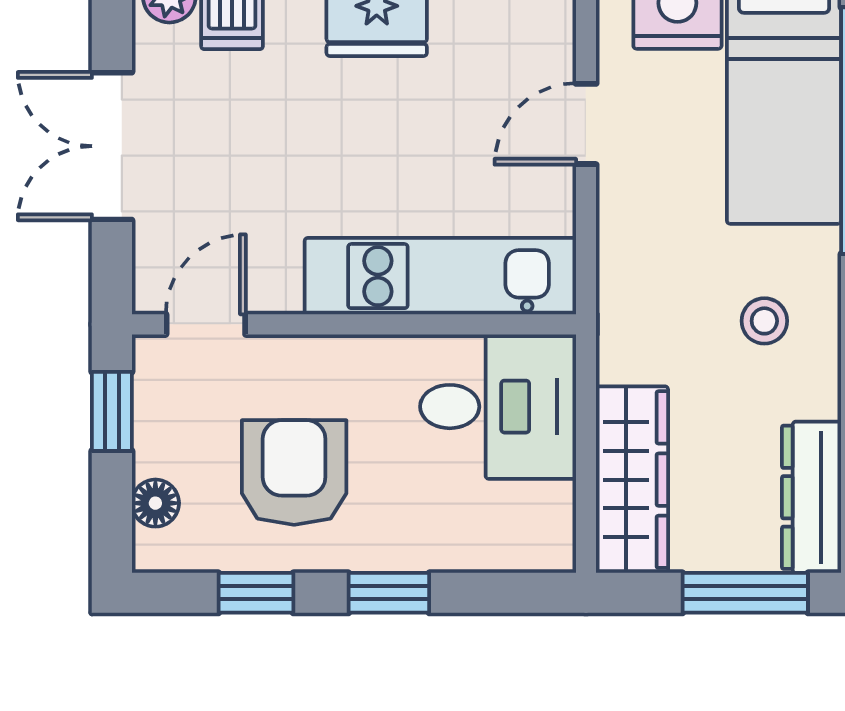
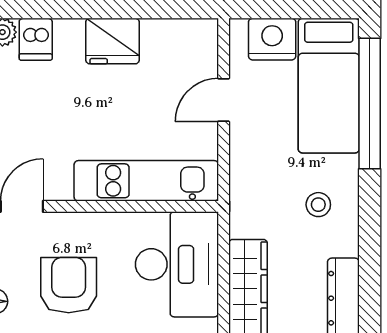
desk: (498, 407) -> (177, 264), width x1.37

